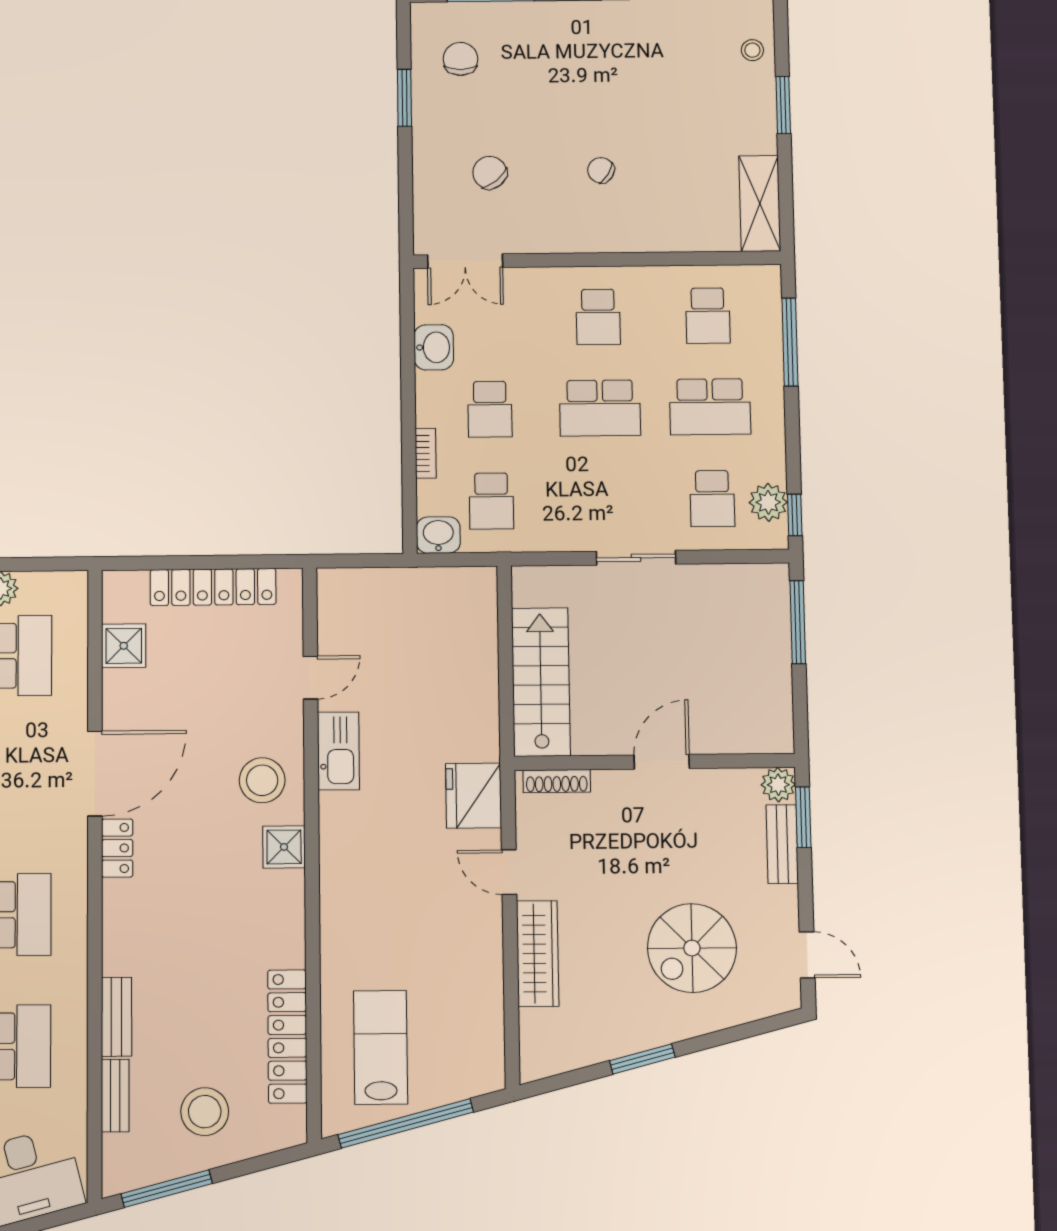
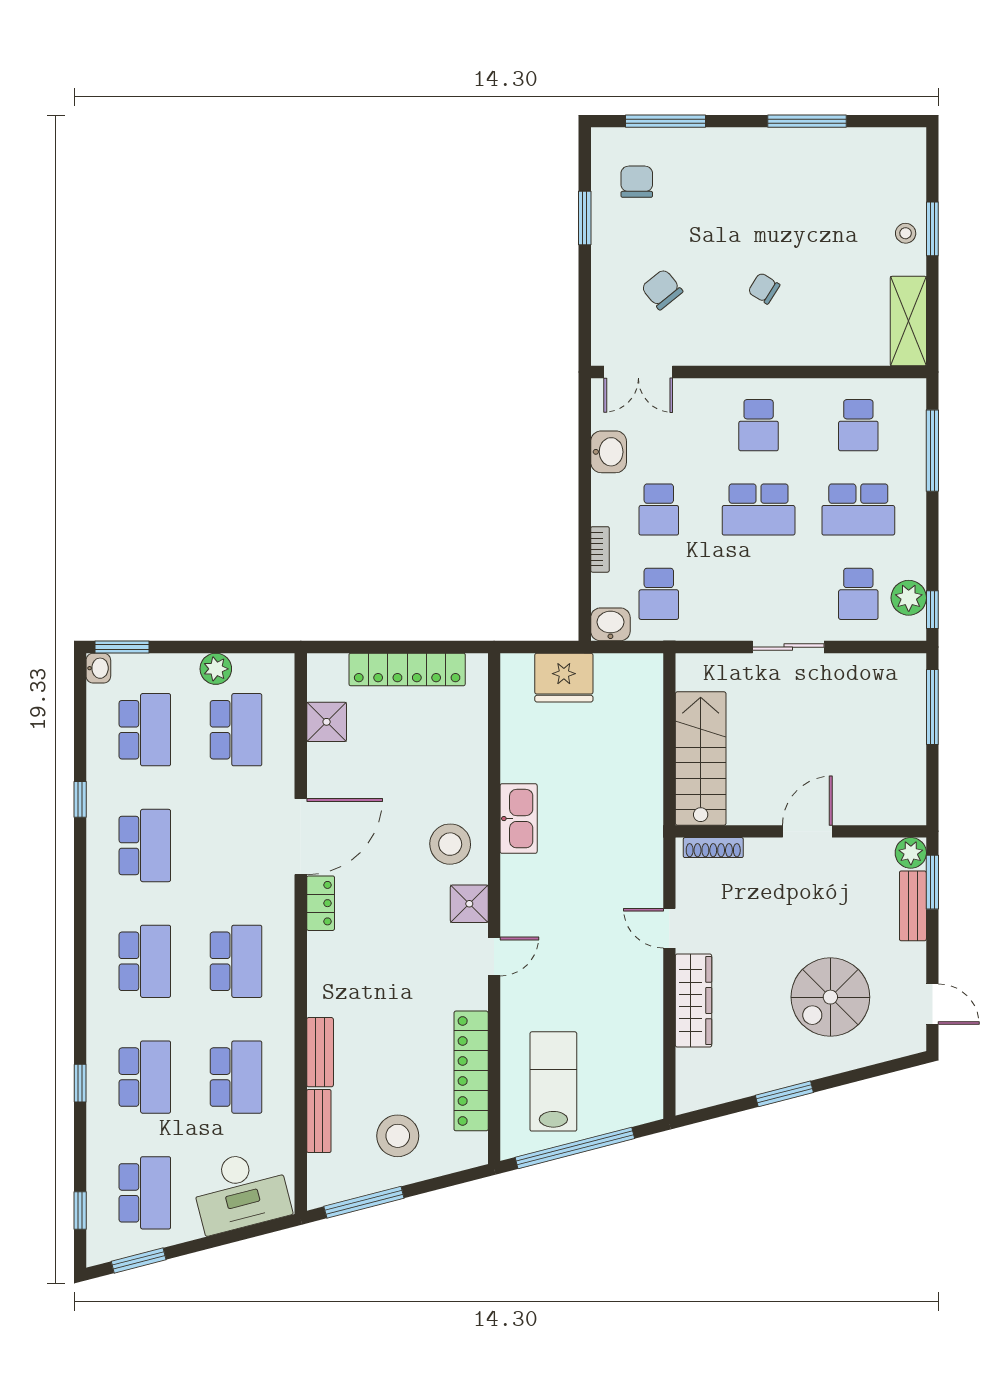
stool: (752, 50) -> (906, 233), moved
door: (310, 678) -> (494, 956), moved
fridge: (474, 796) -> (564, 678), moved, turned -90

